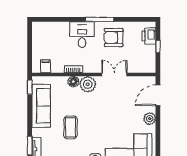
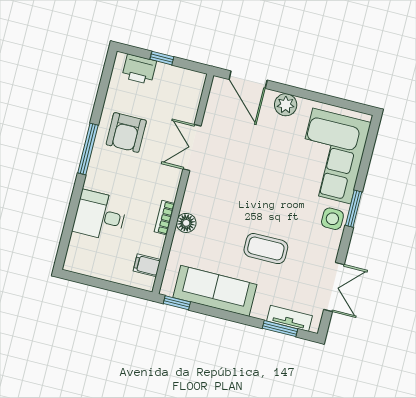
desk: (82, 35) -> (100, 216), moved
plant: (88, 84) -> (197, 199), removed

